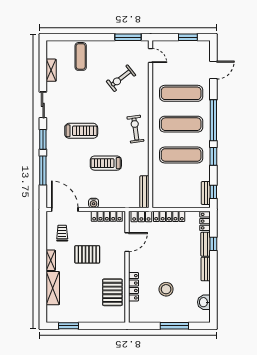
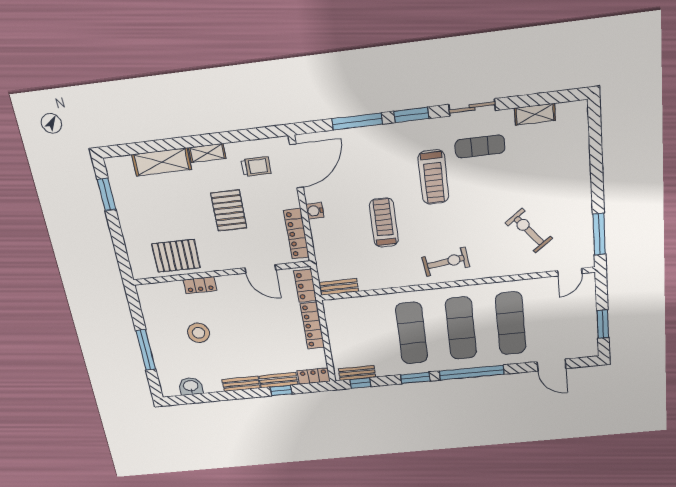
exercise mat: (81, 56) -> (480, 146), moved
bench: (144, 192) -> (339, 287), width x0.73
locker: (134, 287) -> (200, 285), width x0.66

